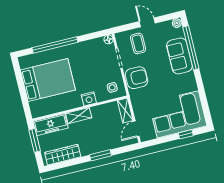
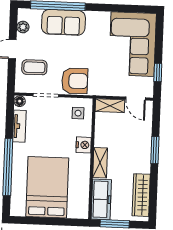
plant: (177, 23) -> (23, 27), moved
tv unit: (89, 45) -> (19, 126), added
armchair: (136, 78) -> (75, 81), turned 90
window: (186, 134) -> (158, 72), moved

